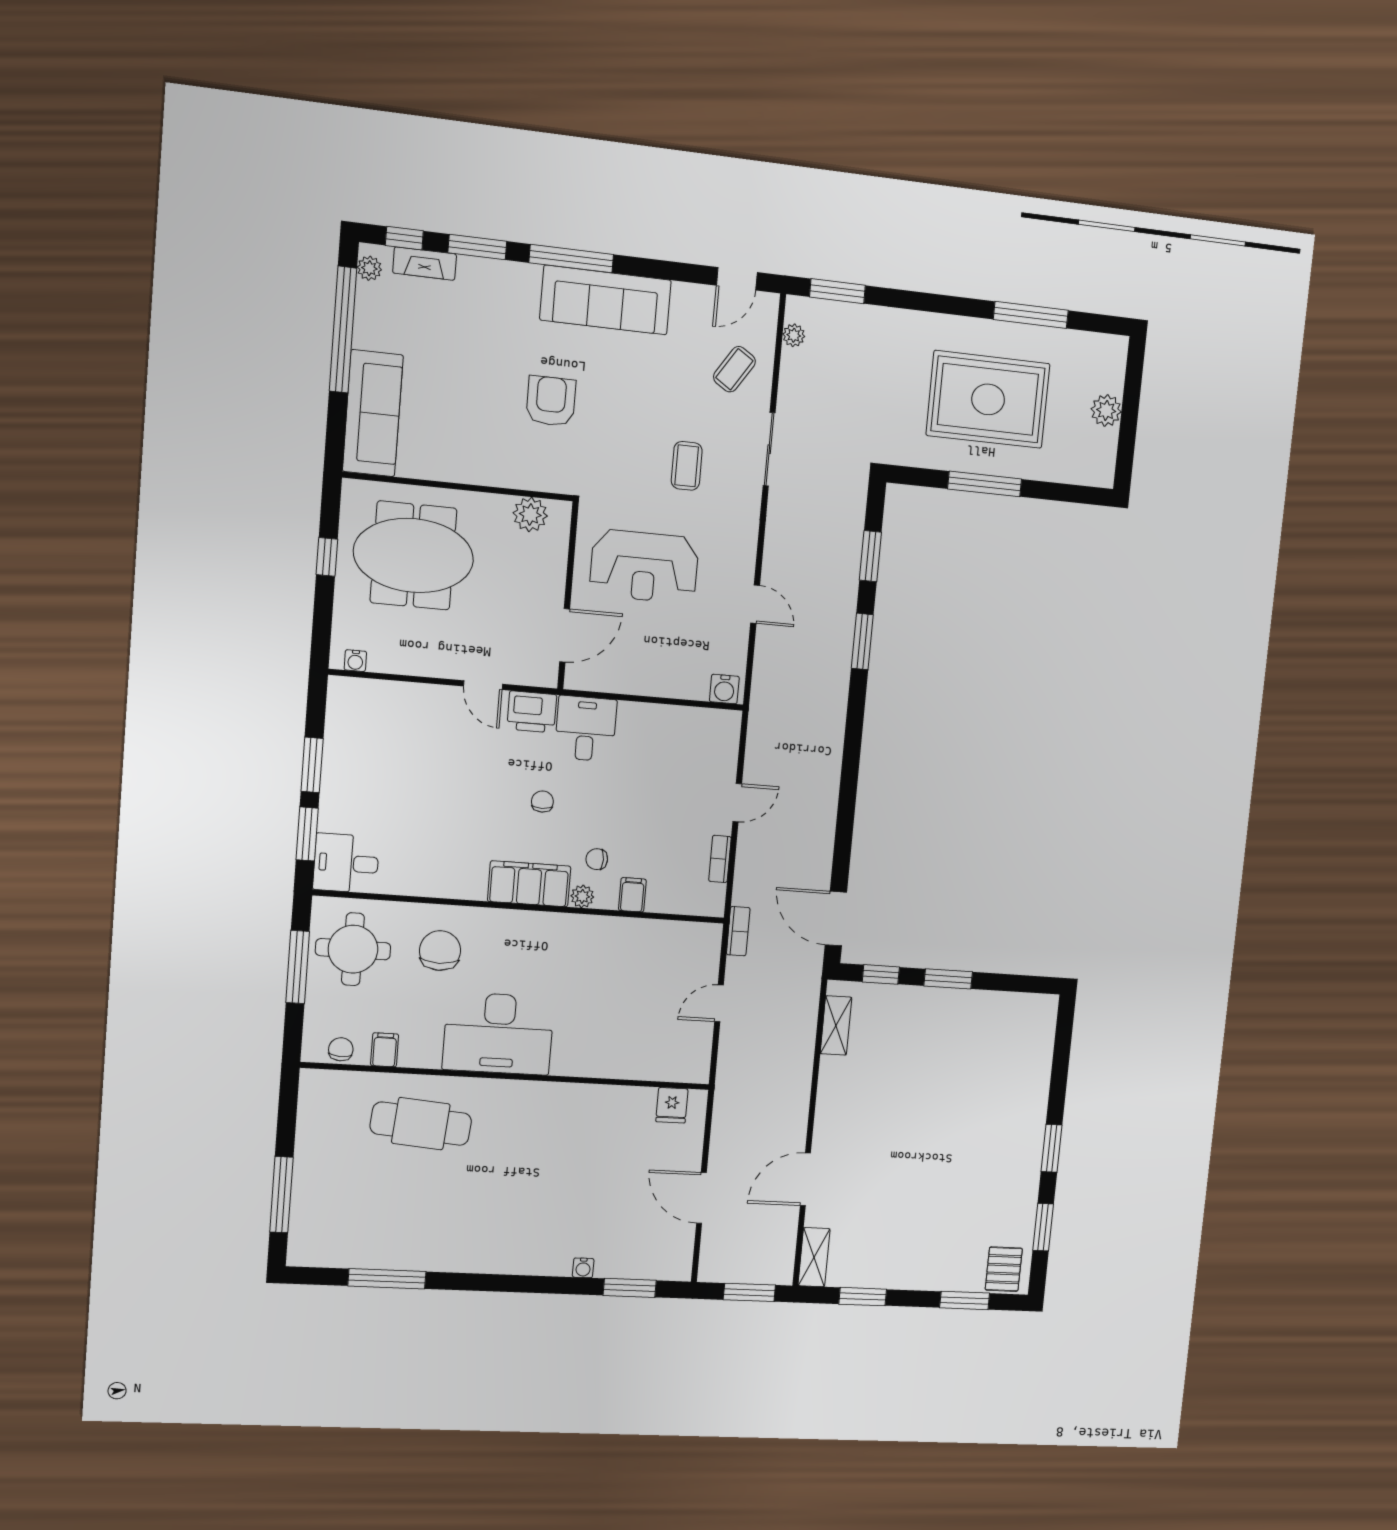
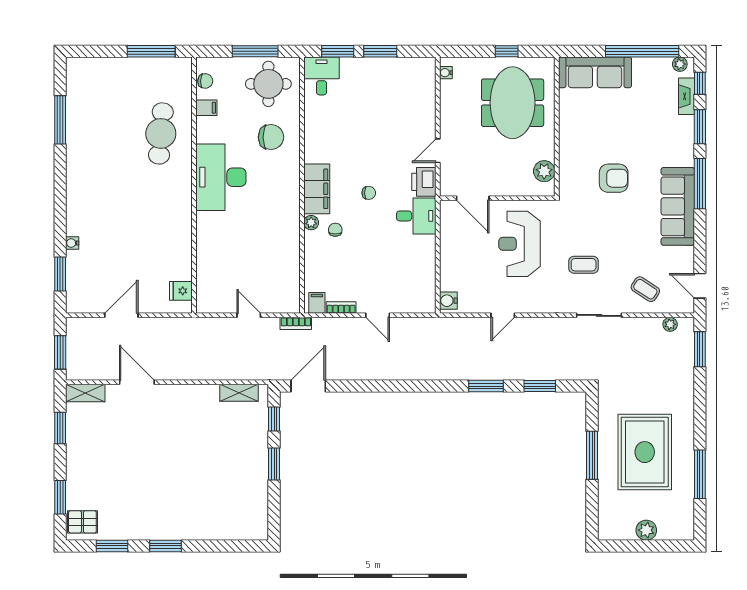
filing cabinet: (632, 895) -> (317, 303), moved, turned -90
window: (281, 1195) -> (151, 51), moved

